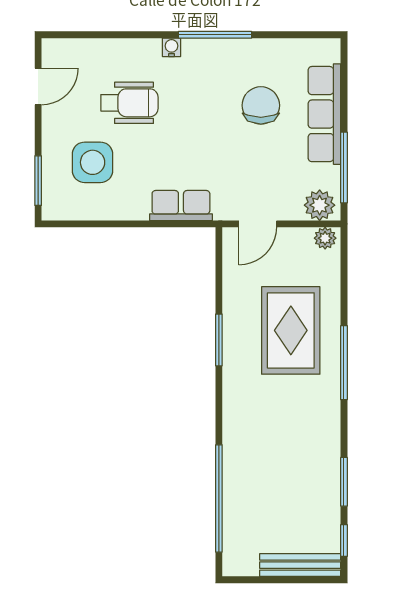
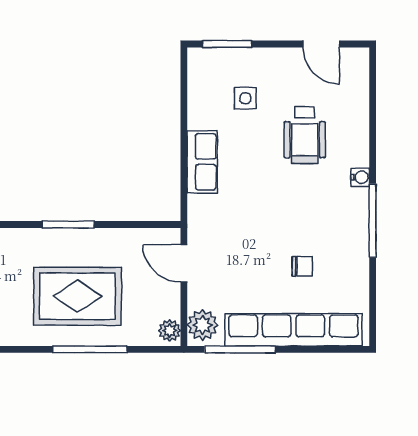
chair: (261, 105) -> (302, 266), width x0.54, depth x0.54
row of seats: (324, 114) -> (293, 330), width x1.36
side table: (93, 162) -> (245, 98), width x0.54, depth x0.54
row of seats: (181, 206) -> (202, 162), moved
window: (344, 363) -> (90, 349), moved

